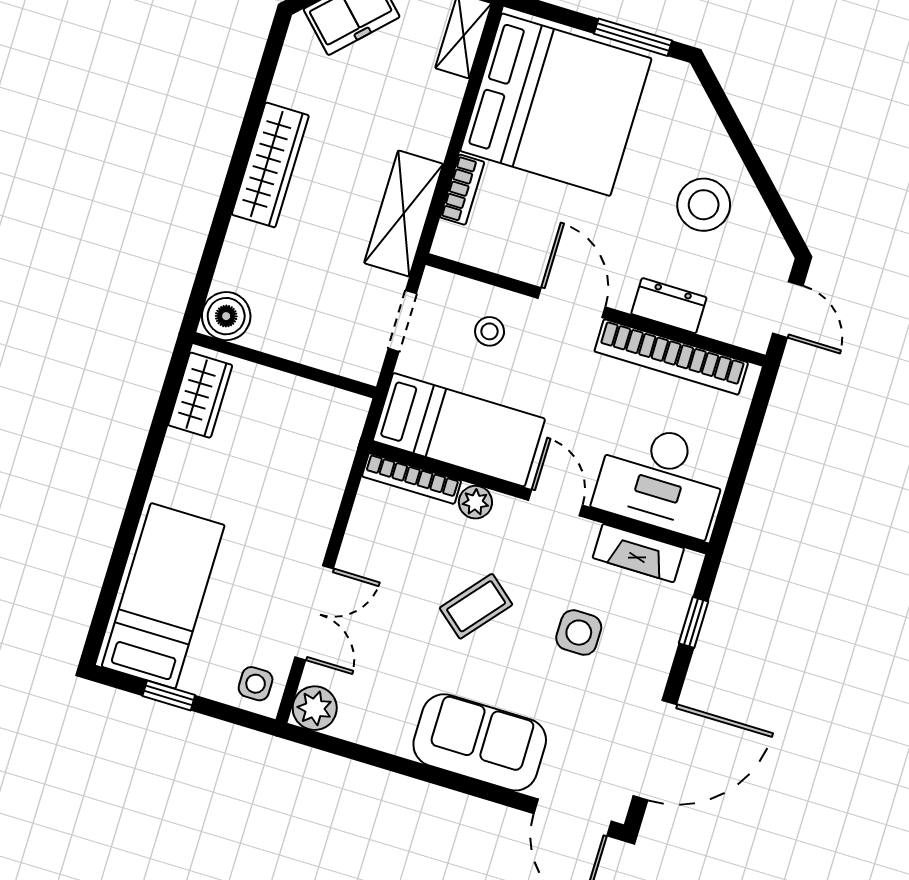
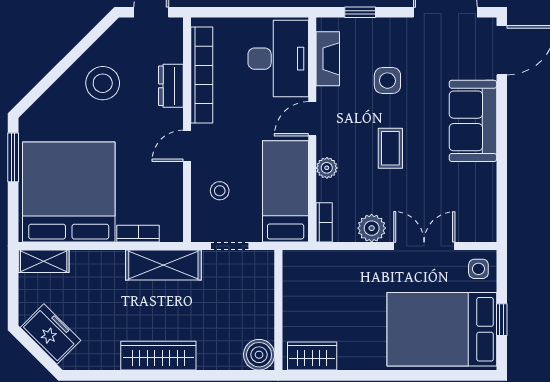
door: (572, 303) -> (187, 146), width x0.73
bookcase: (412, 479) -> (324, 222), width x0.64
bed: (163, 596) -> (442, 329), width x1.50
coffee table: (476, 606) -> (390, 148), turned 50
plant: (315, 708) -> (372, 228), moved

